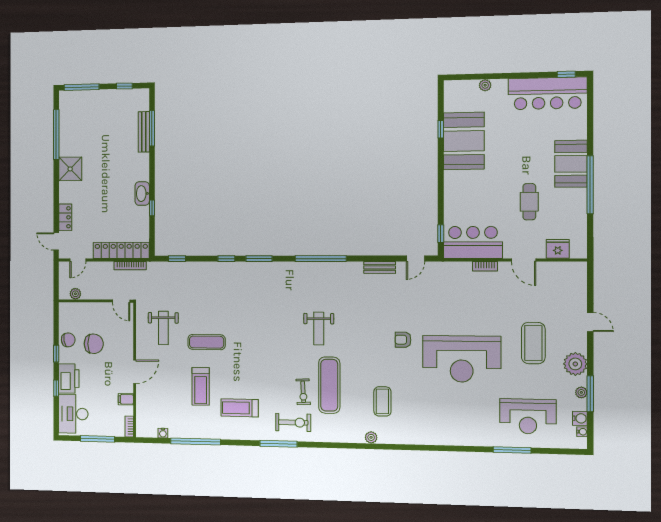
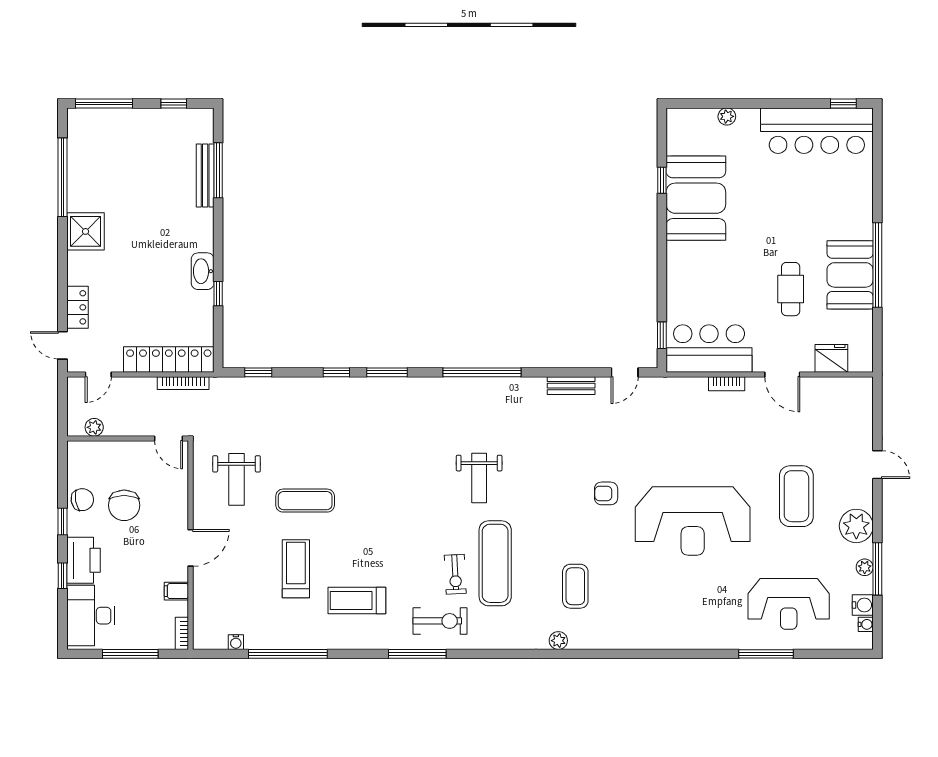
booth: (571, 164) -> (850, 275), moved
chair: (94, 344) -> (124, 505), turned 90
treadmill: (201, 386) -> (296, 569), turned 180

